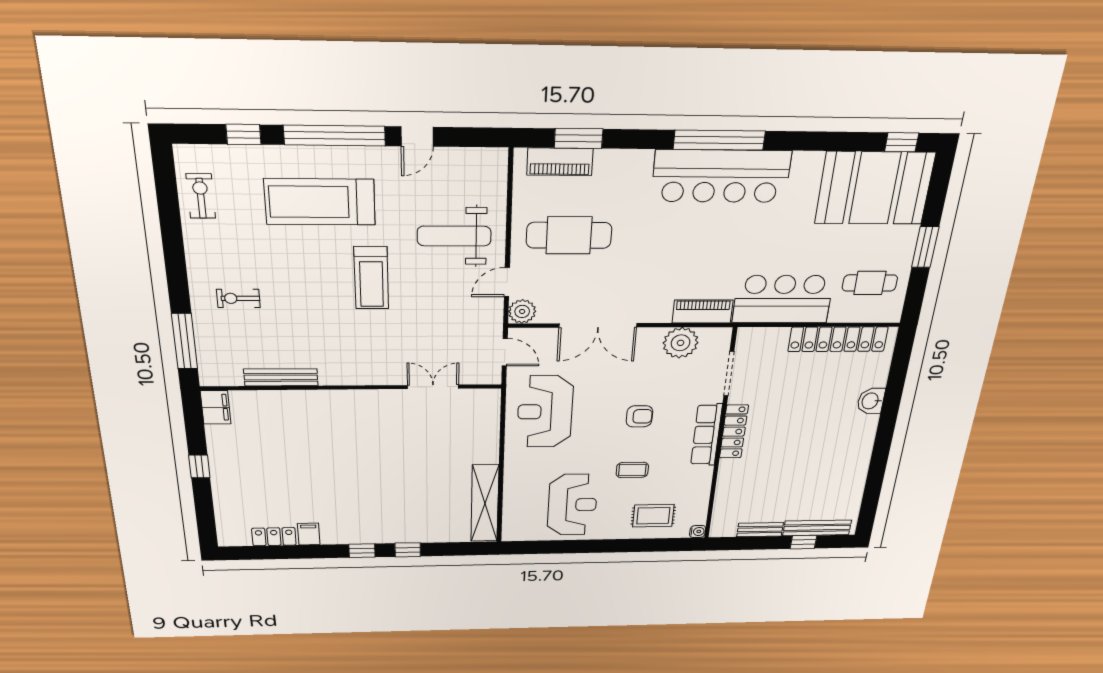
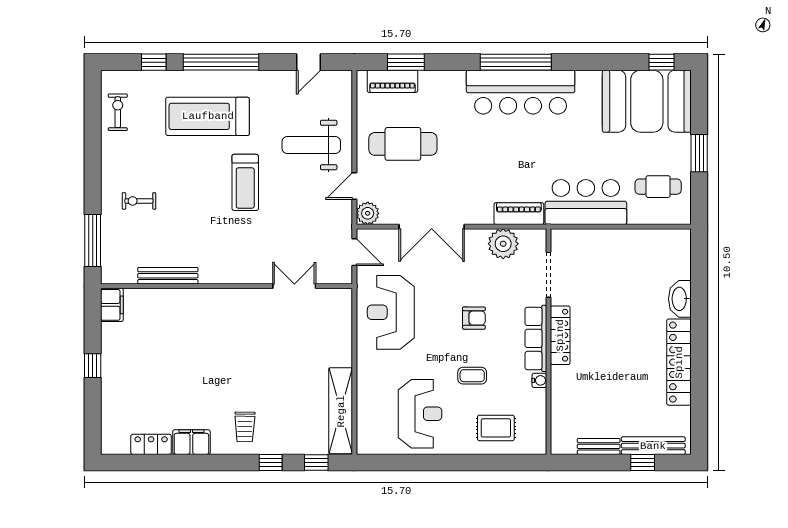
door: (417, 137) -> (308, 62), moved
locker: (838, 339) -> (679, 362), moved, turned 90
washbasin: (871, 401) -> (680, 299), width x1.38
trolley: (378, 519) -> (245, 427), added
water cooler: (698, 532) -> (539, 380), moved
filing cabinet: (309, 534) -> (191, 442), width x2.00
window: (362, 551) -> (316, 462), moved

